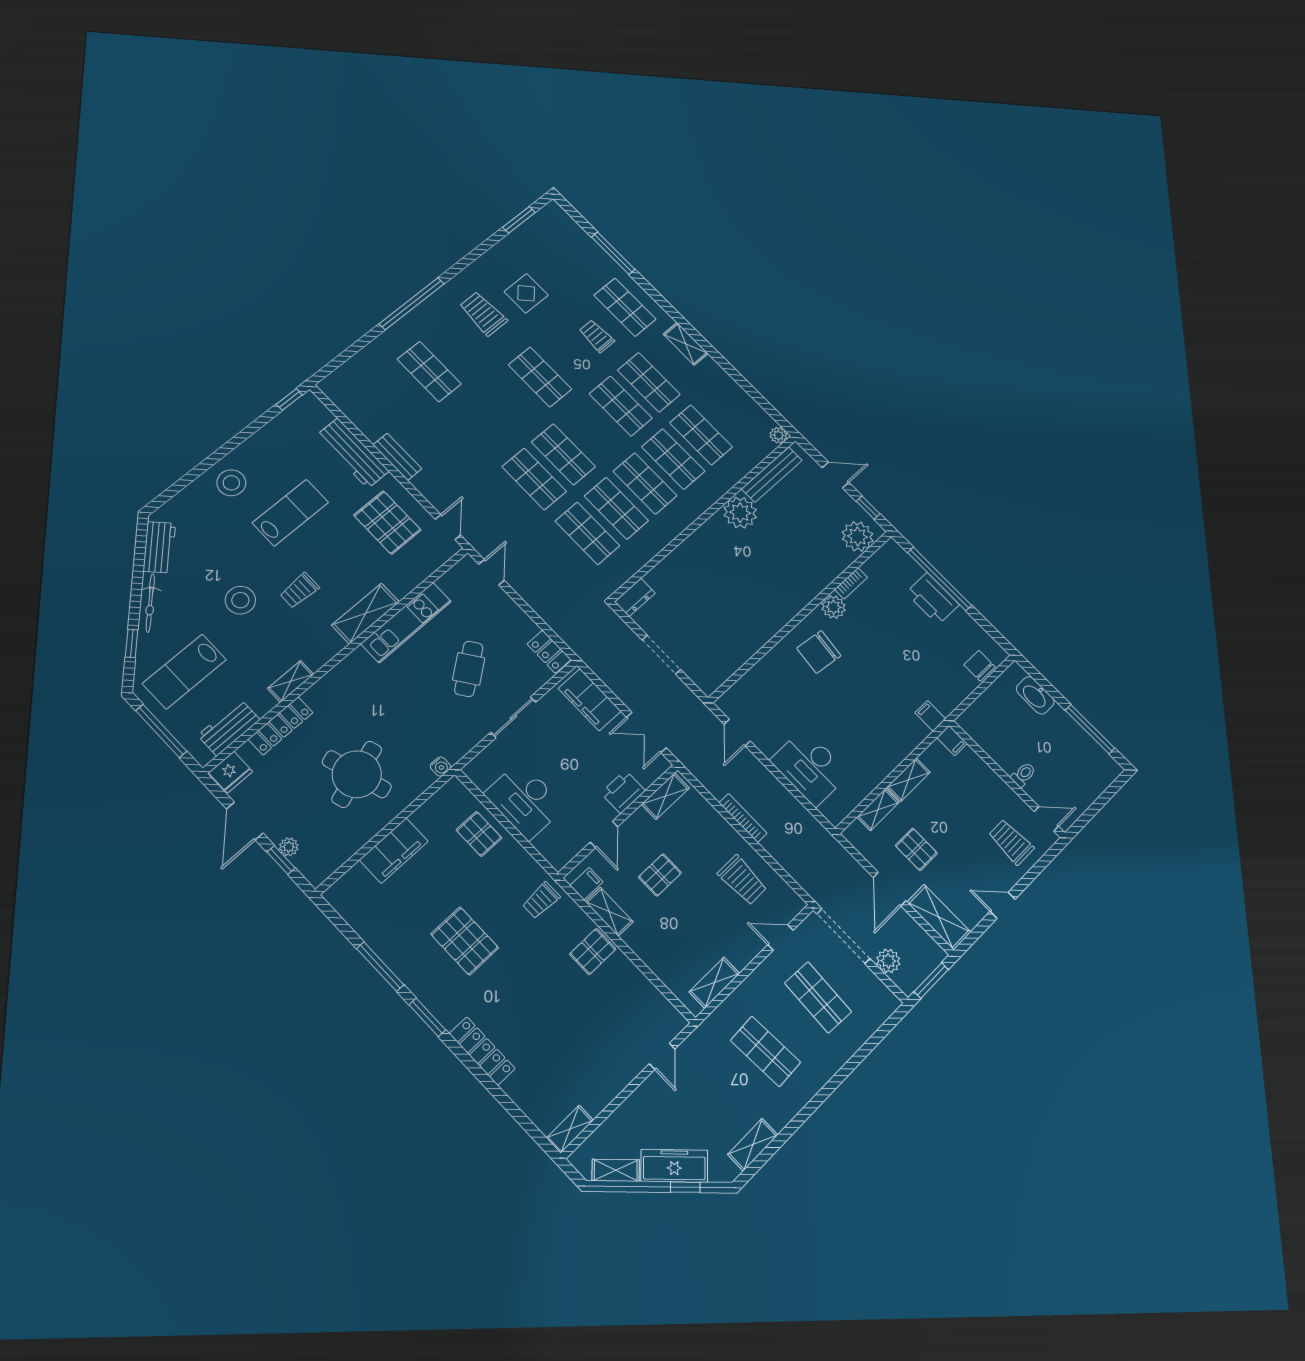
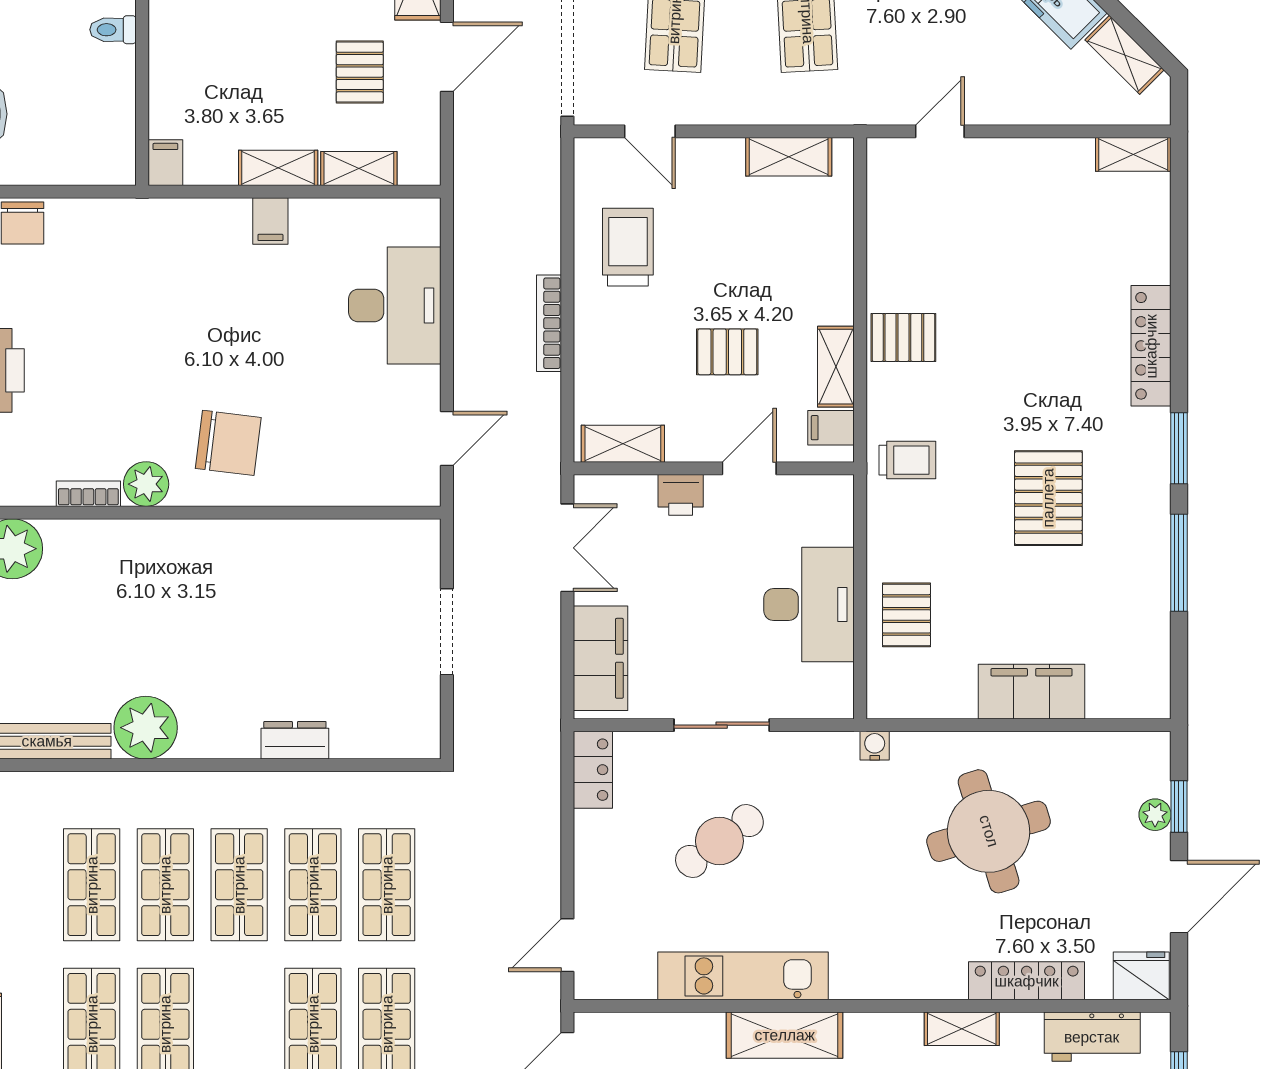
dresser: (635, 597) -> (295, 740), moved
filing cabinet: (930, 716) -> (270, 221), moved
printer: (623, 792) -> (681, 495), width x0.73, depth x0.81

